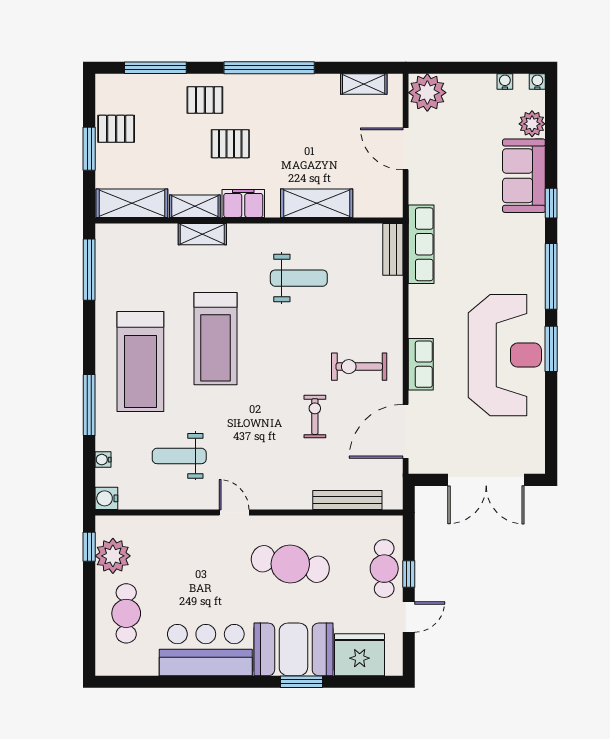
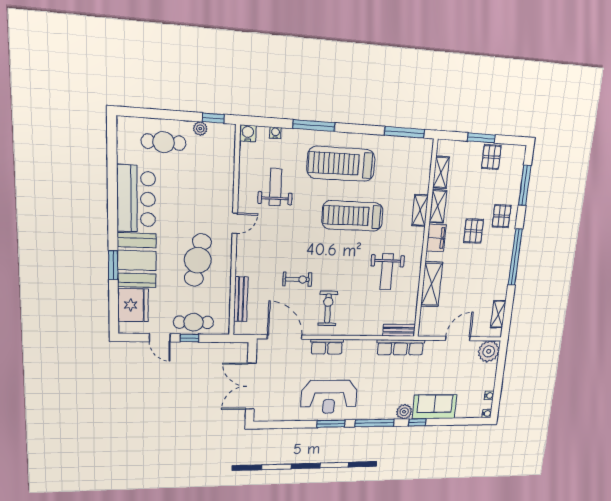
plant: (532, 124) -> (404, 412), moved
shelving: (132, 203) -> (441, 172), width x0.67, depth x0.75
reception desk: (505, 355) -> (329, 397), width x0.74, depth x0.77
plant: (113, 556) -> (200, 129), width x0.53, depth x0.53

